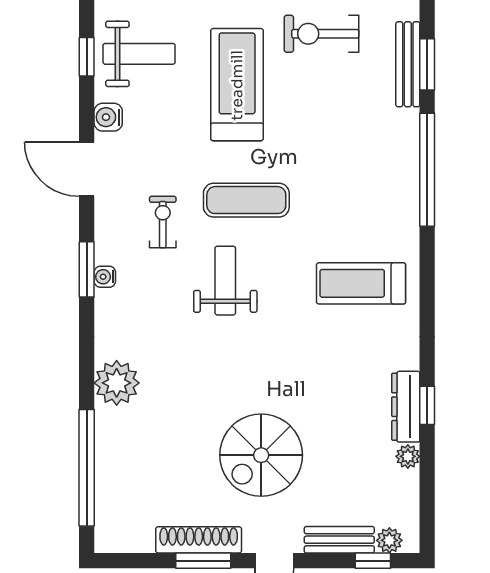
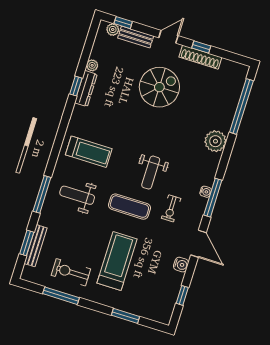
exercise bike: (322, 34) -> (71, 272), turned 180
weight bench: (139, 54) -> (77, 195), moved
treadmill: (237, 85) -> (117, 261), turned 180
window: (427, 170) -> (42, 194), width x0.68
window: (87, 269) -> (213, 198), width x1.44
window: (203, 561) -> (201, 47), width x0.67

